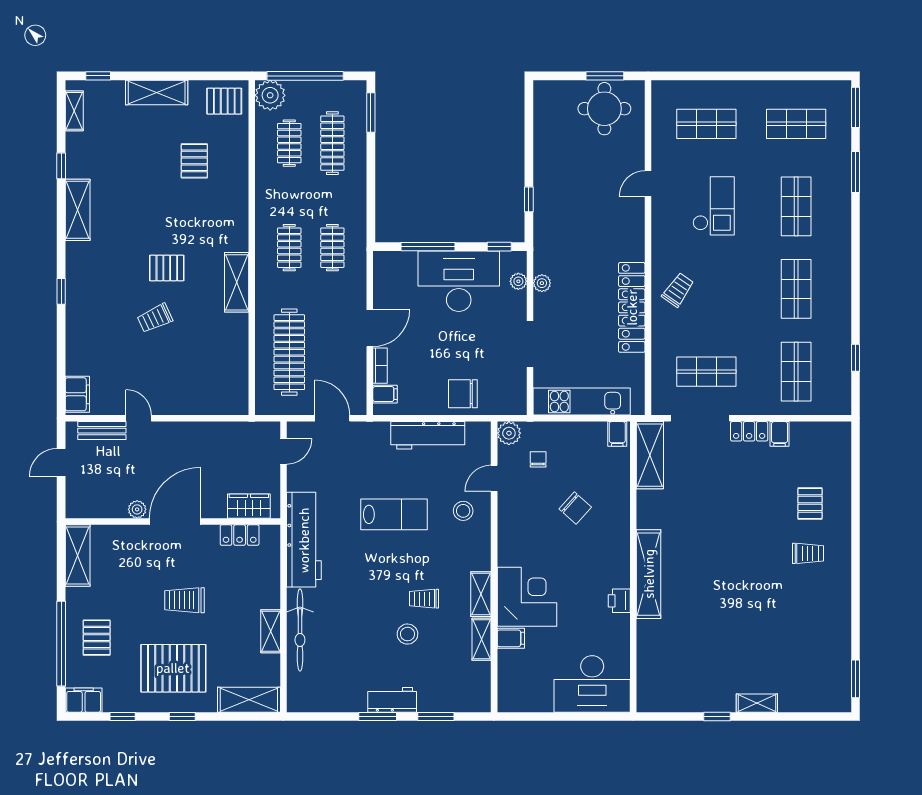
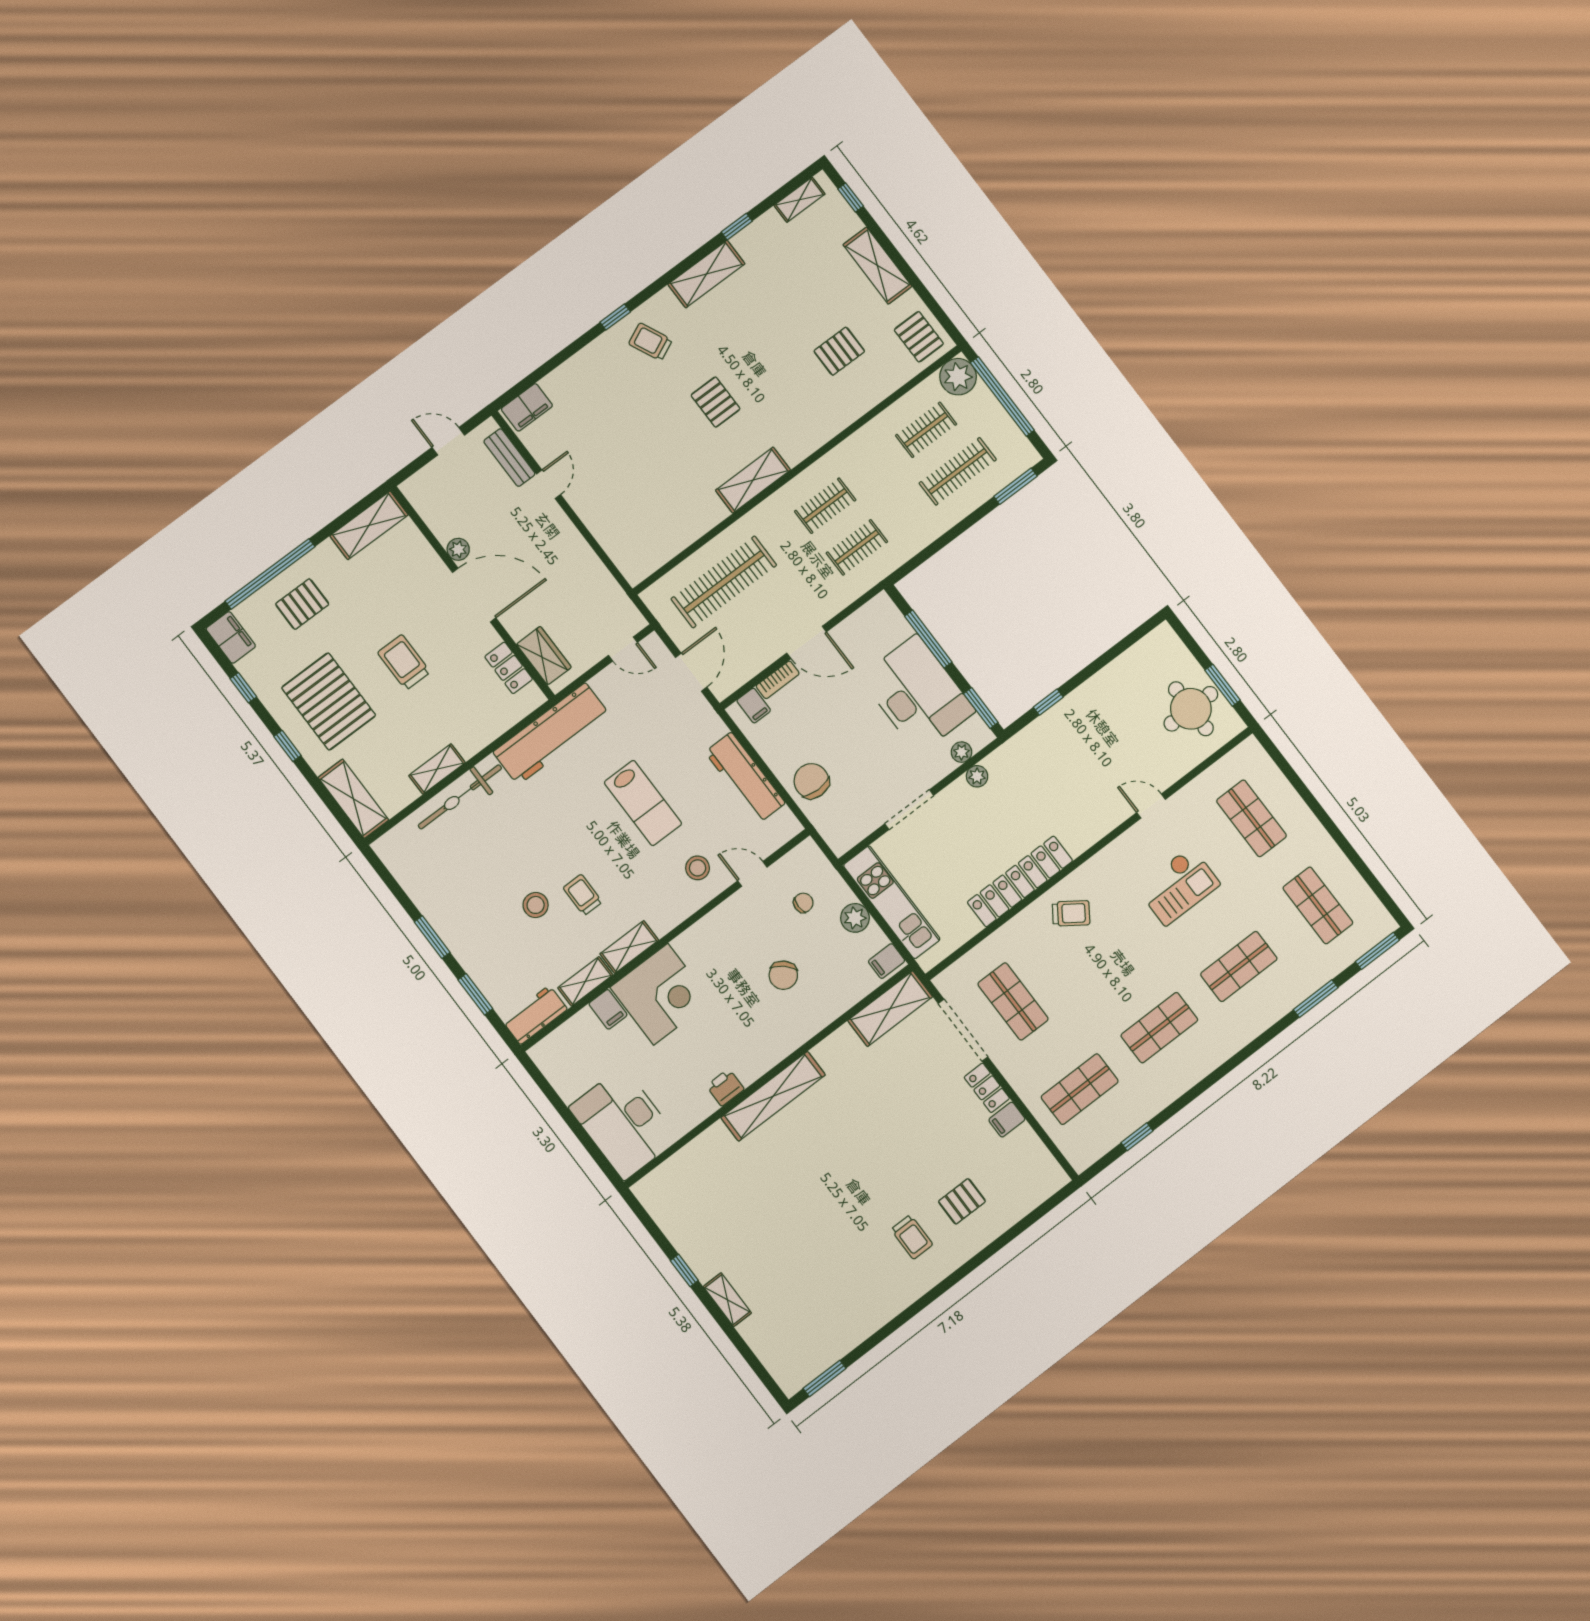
window: (499, 247) -> (981, 708), width x1.50
trolley: (155, 318) -> (650, 342), moved
plant: (509, 433) -> (855, 918), moved
workbench: (392, 700) -> (535, 1015), moved, turned -90

